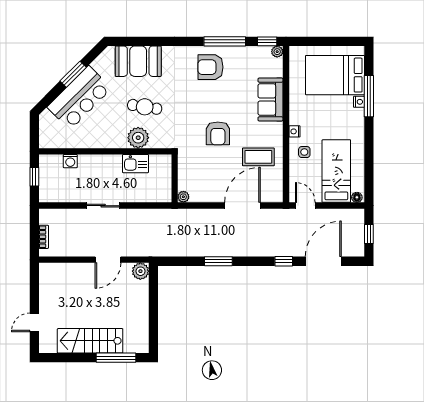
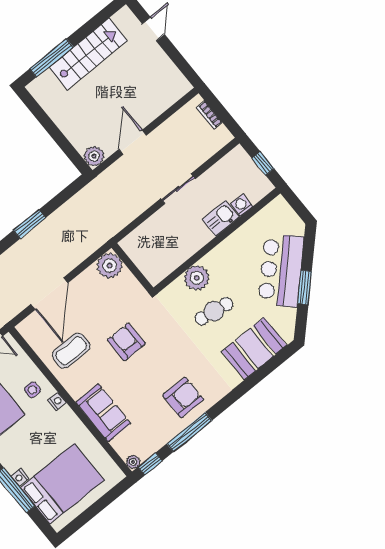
kitchen sink: (135, 164) -> (221, 218), moved
plant: (183, 197) -> (110, 266), width x1.88, depth x1.88

